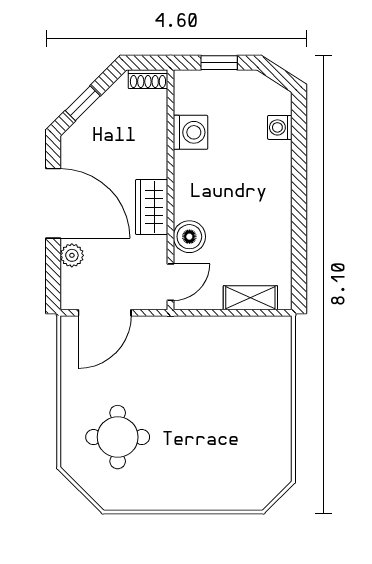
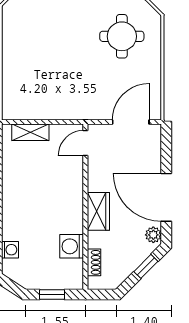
shoe rack: (148, 79) -> (94, 262), moved, turned 90
wardrobe: (152, 207) -> (98, 211), moved
boiler: (189, 237) -> (72, 174), removed
plant: (72, 255) -> (153, 235), moved

